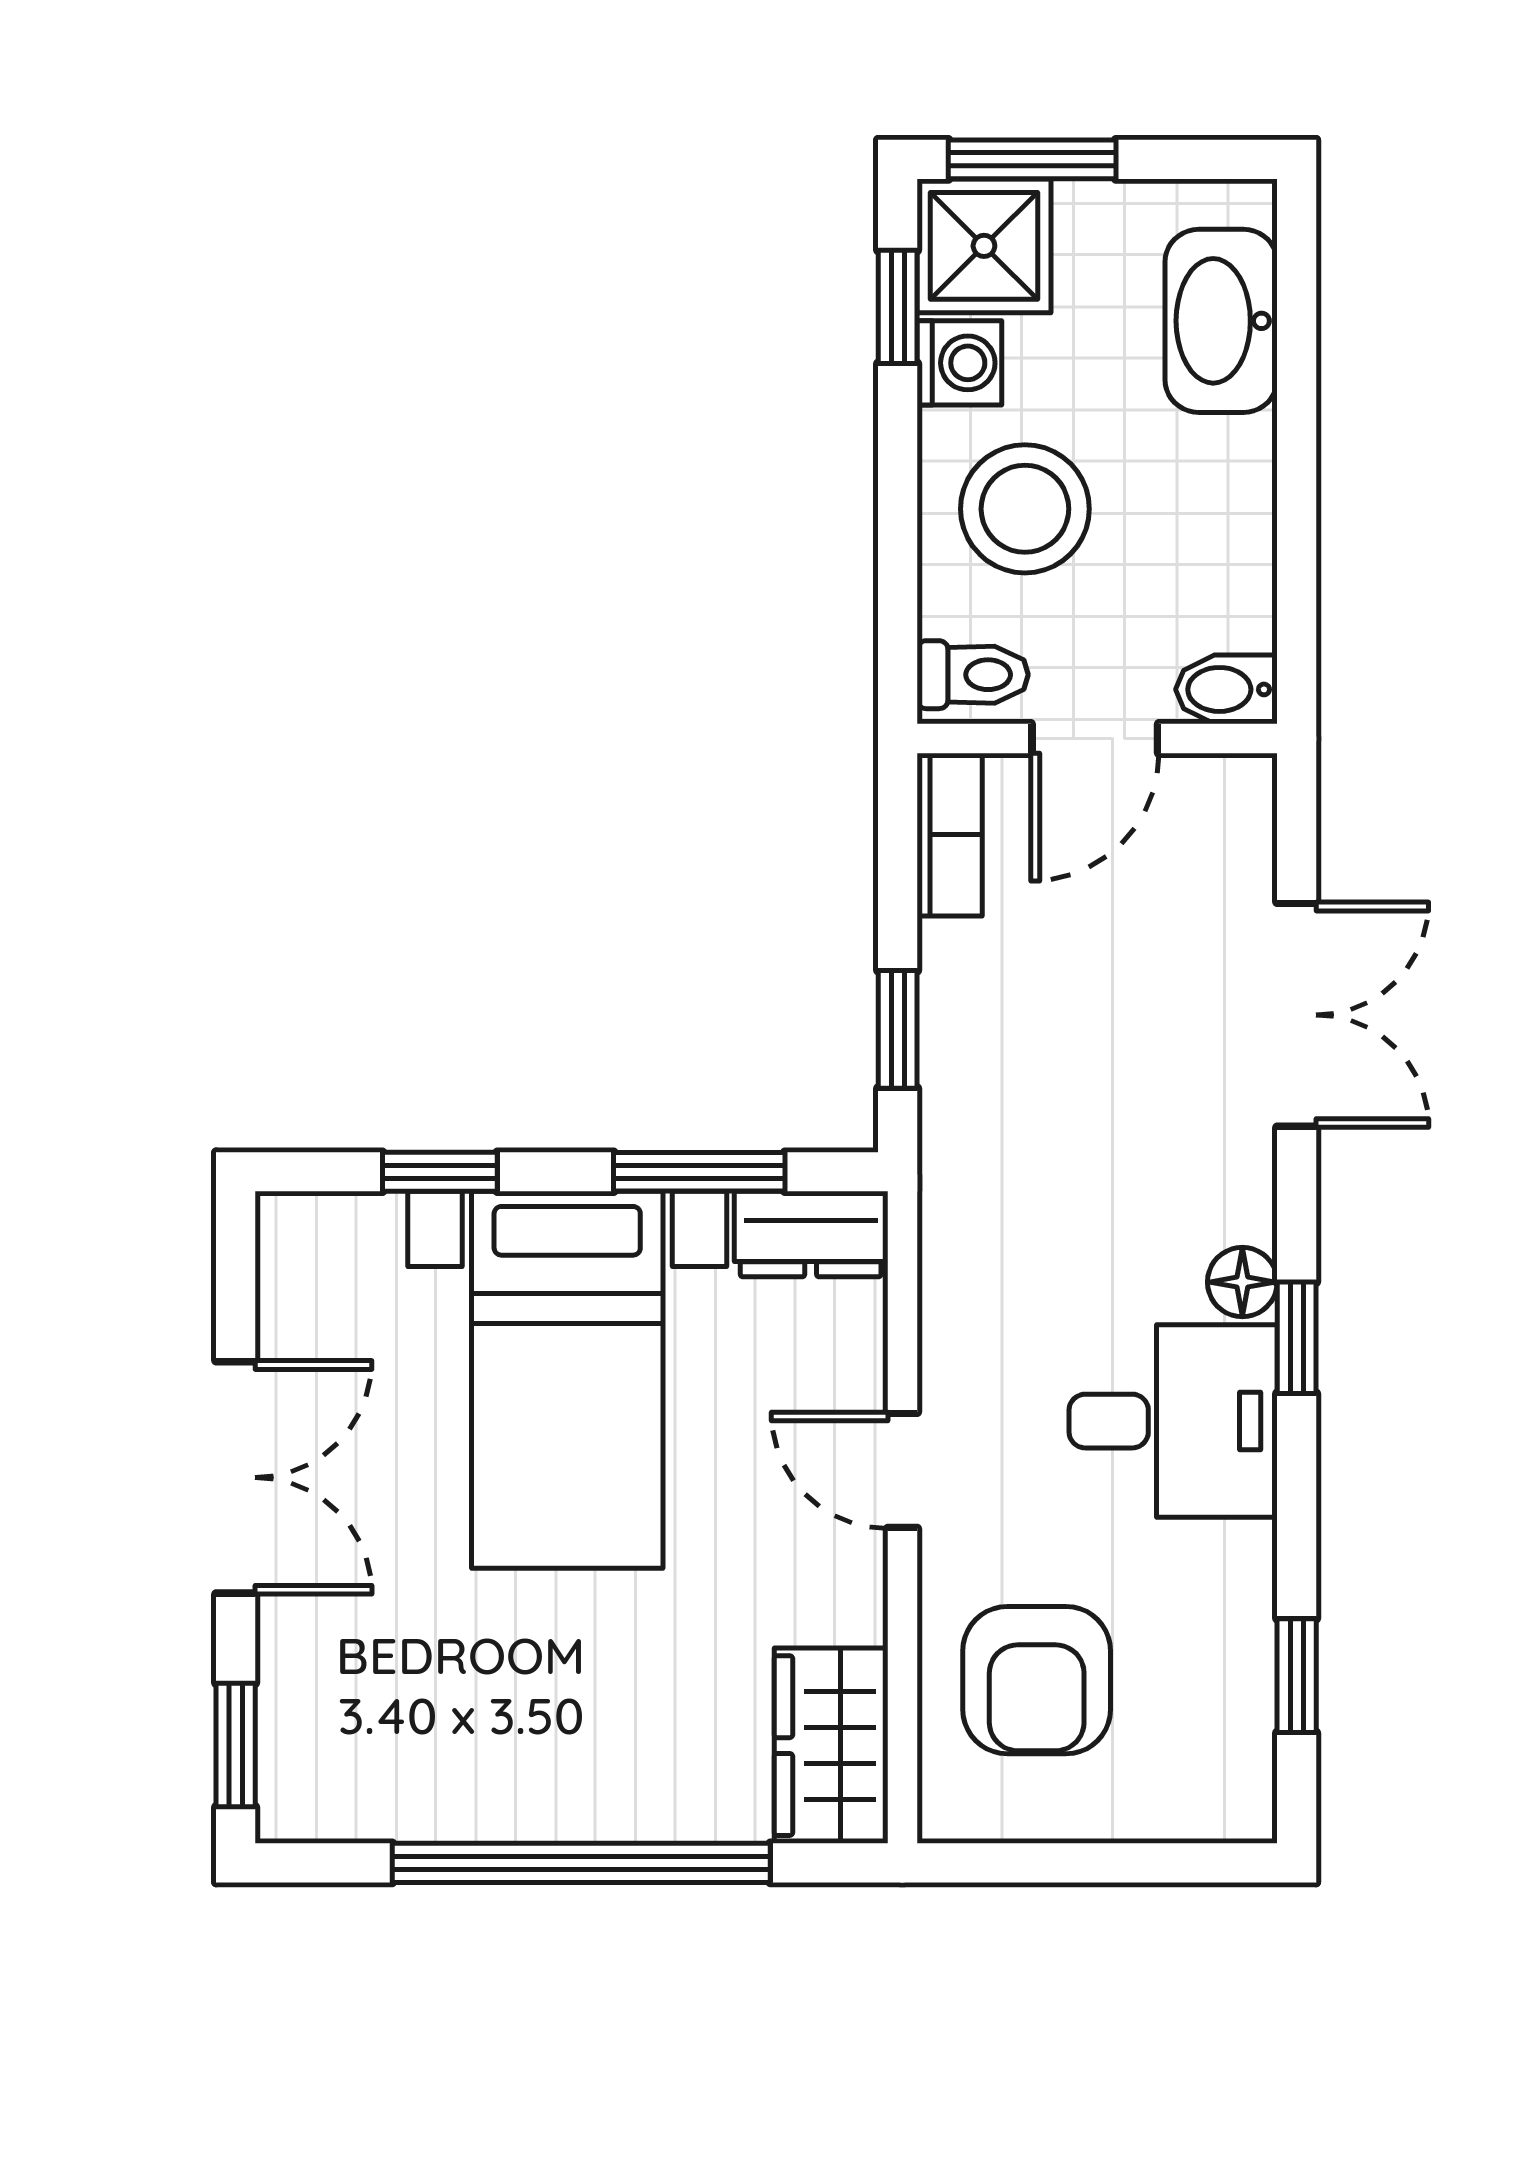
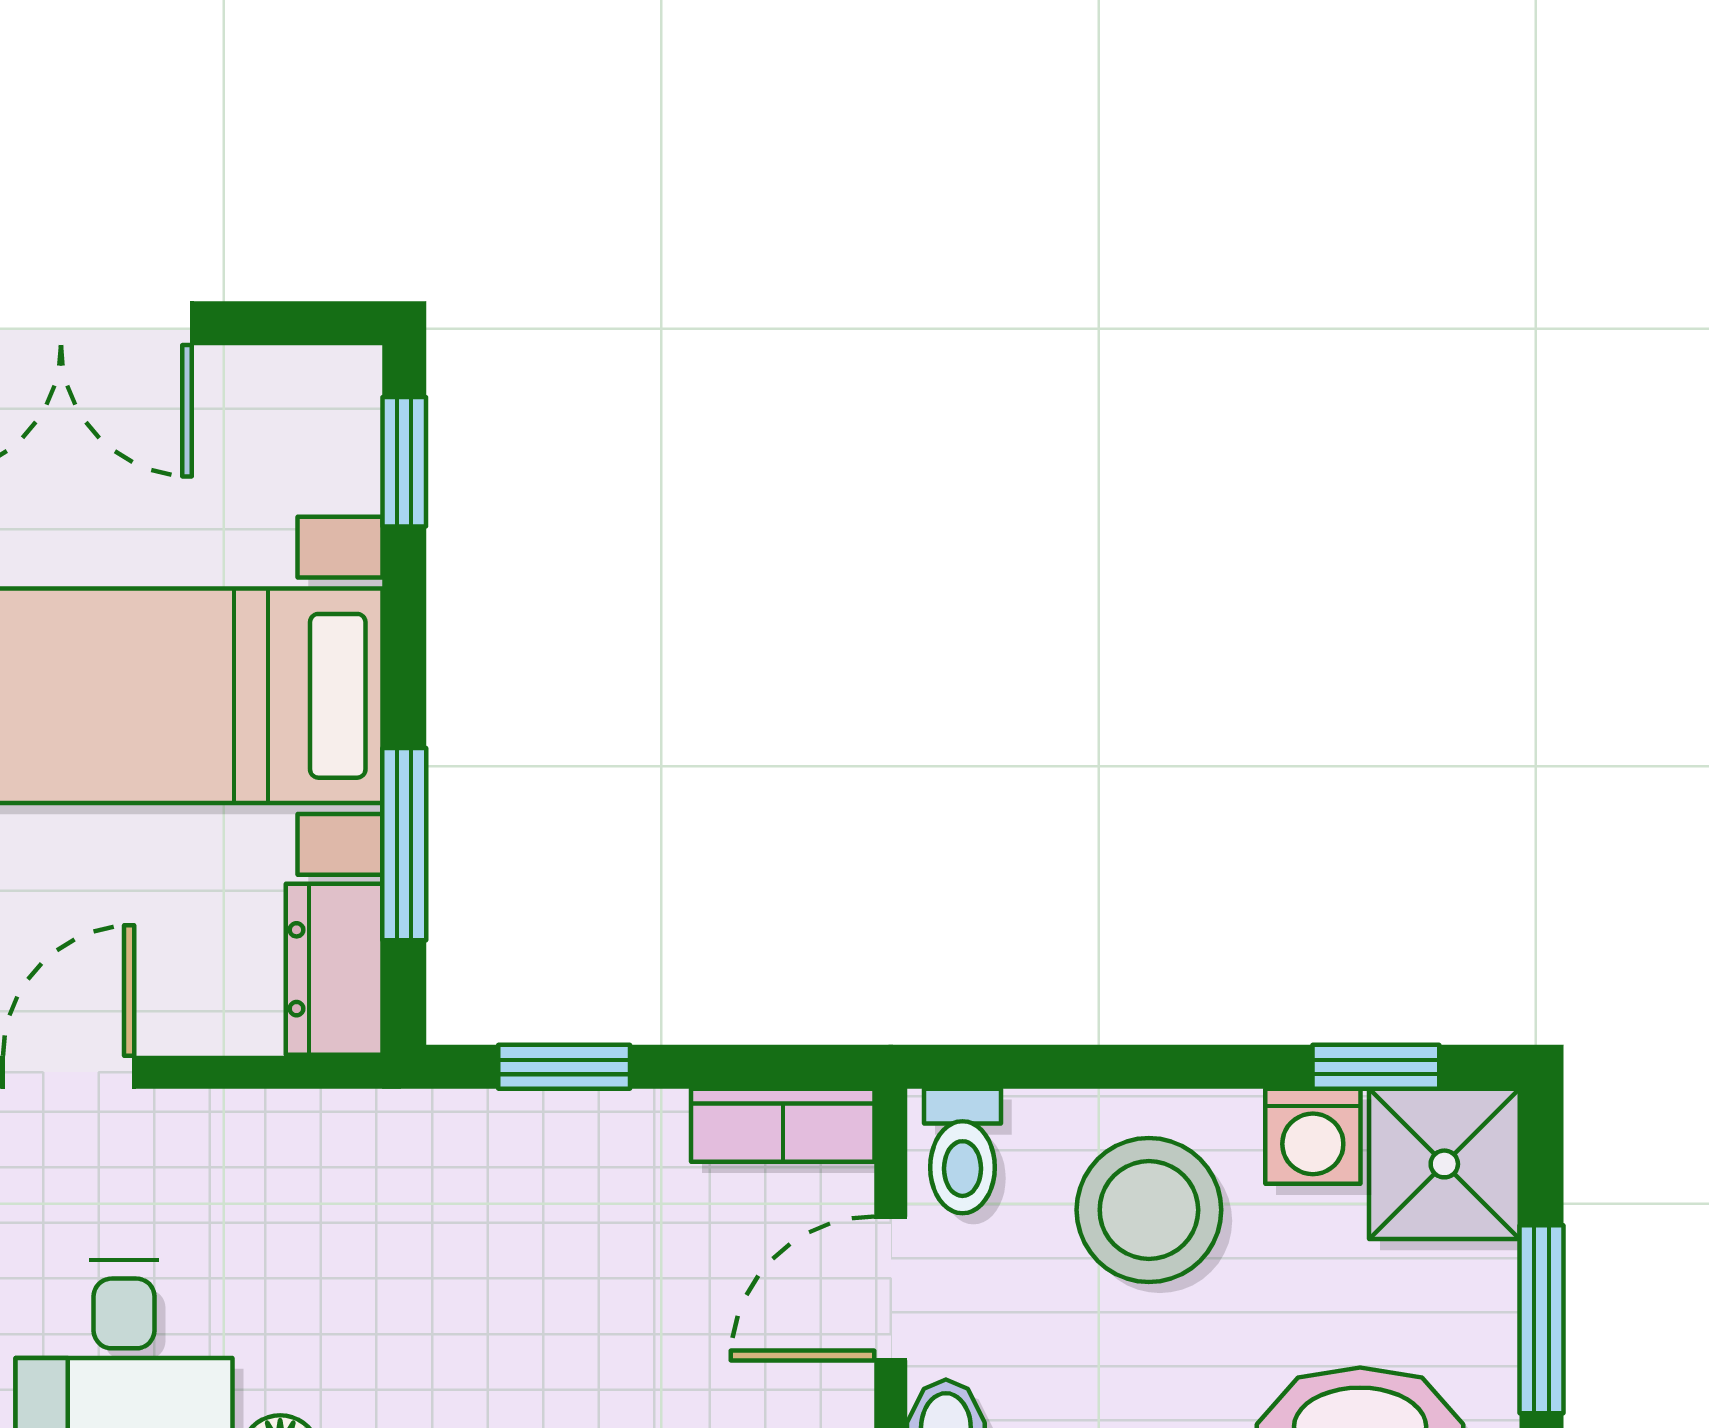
window: (1032, 159) -> (1541, 1319), moved
door: (1095, 739) -> (891, 1289), hinge flipped
window: (440, 1172) -> (404, 462), moved

